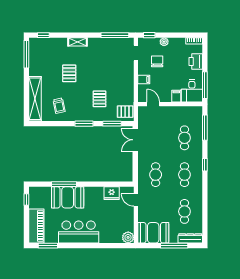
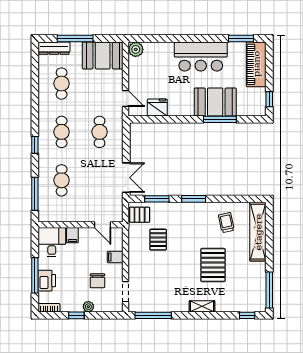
window: (149, 35) -> (76, 315), moved
pallet: (69, 73) -> (213, 265), width x1.50, depth x1.42
window: (205, 85) -> (35, 275), moved
pallet: (99, 99) -> (158, 240), moved

